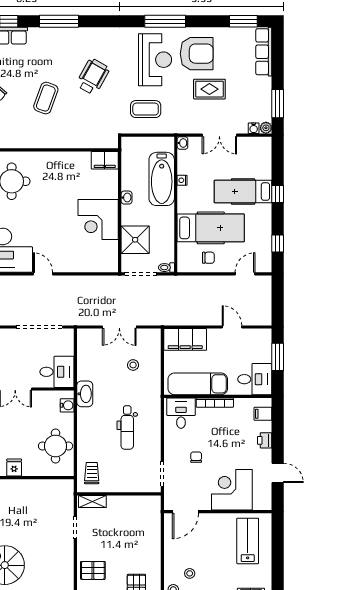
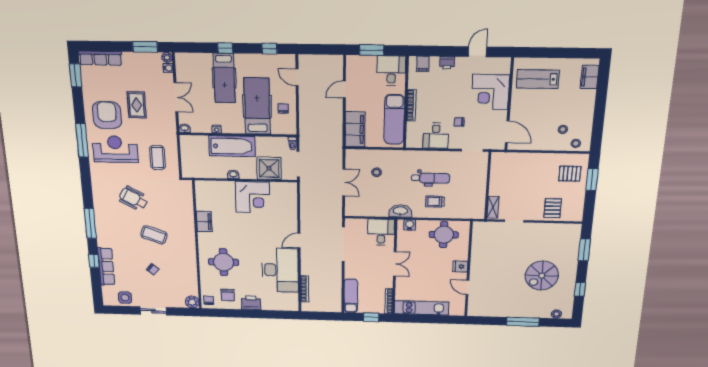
filing cabinet: (105, 160) -> (204, 221), moved
bathtub: (162, 179) -> (232, 146), moved
desk: (181, 413) -> (436, 136), moved, turned -90
trolley: (92, 473) -> (435, 202), moved

